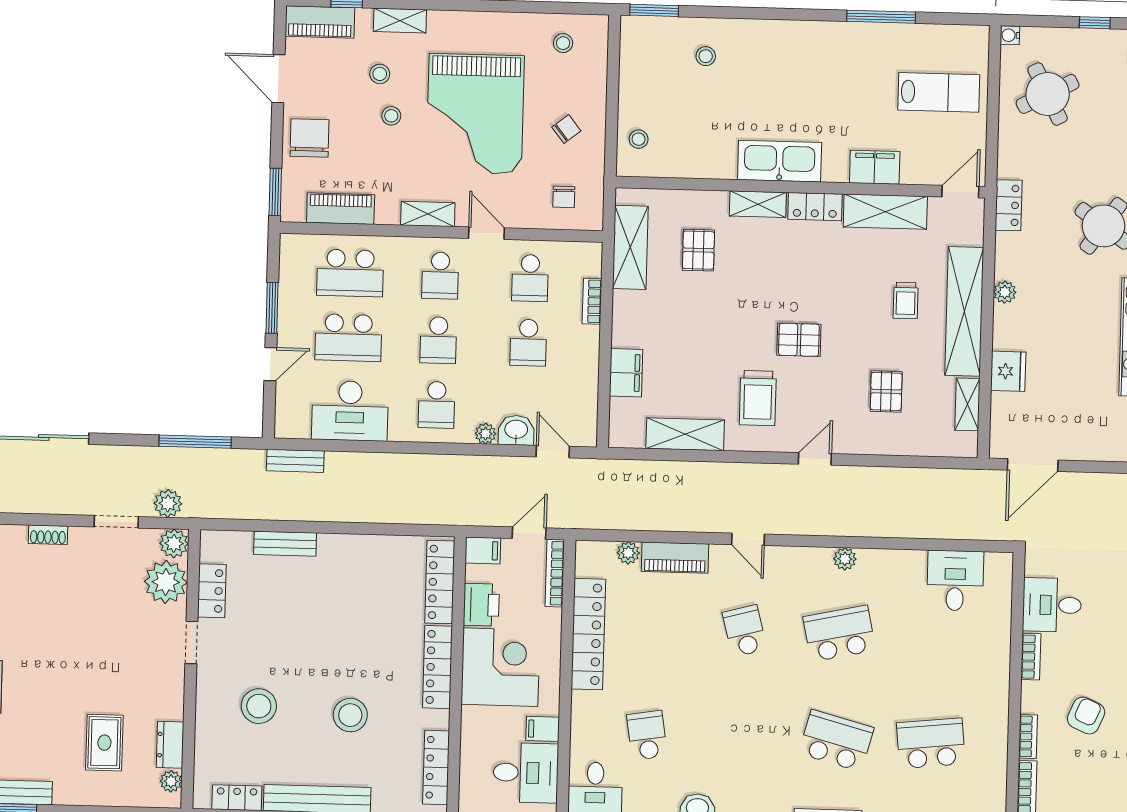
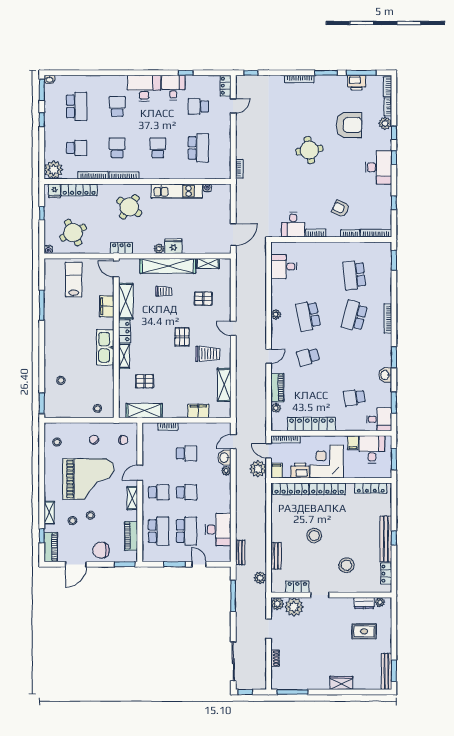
school desk: (530, 278) -> (159, 453), removed
fridge: (1008, 371) -> (173, 246), moved
school desk: (437, 405) -> (214, 492), removed
door: (1033, 465) -> (233, 235), hinge flipped
plant: (168, 503) -> (260, 578), moved
plant: (488, 507) -> (258, 469), added
stool: (350, 715) -> (314, 536), moved

